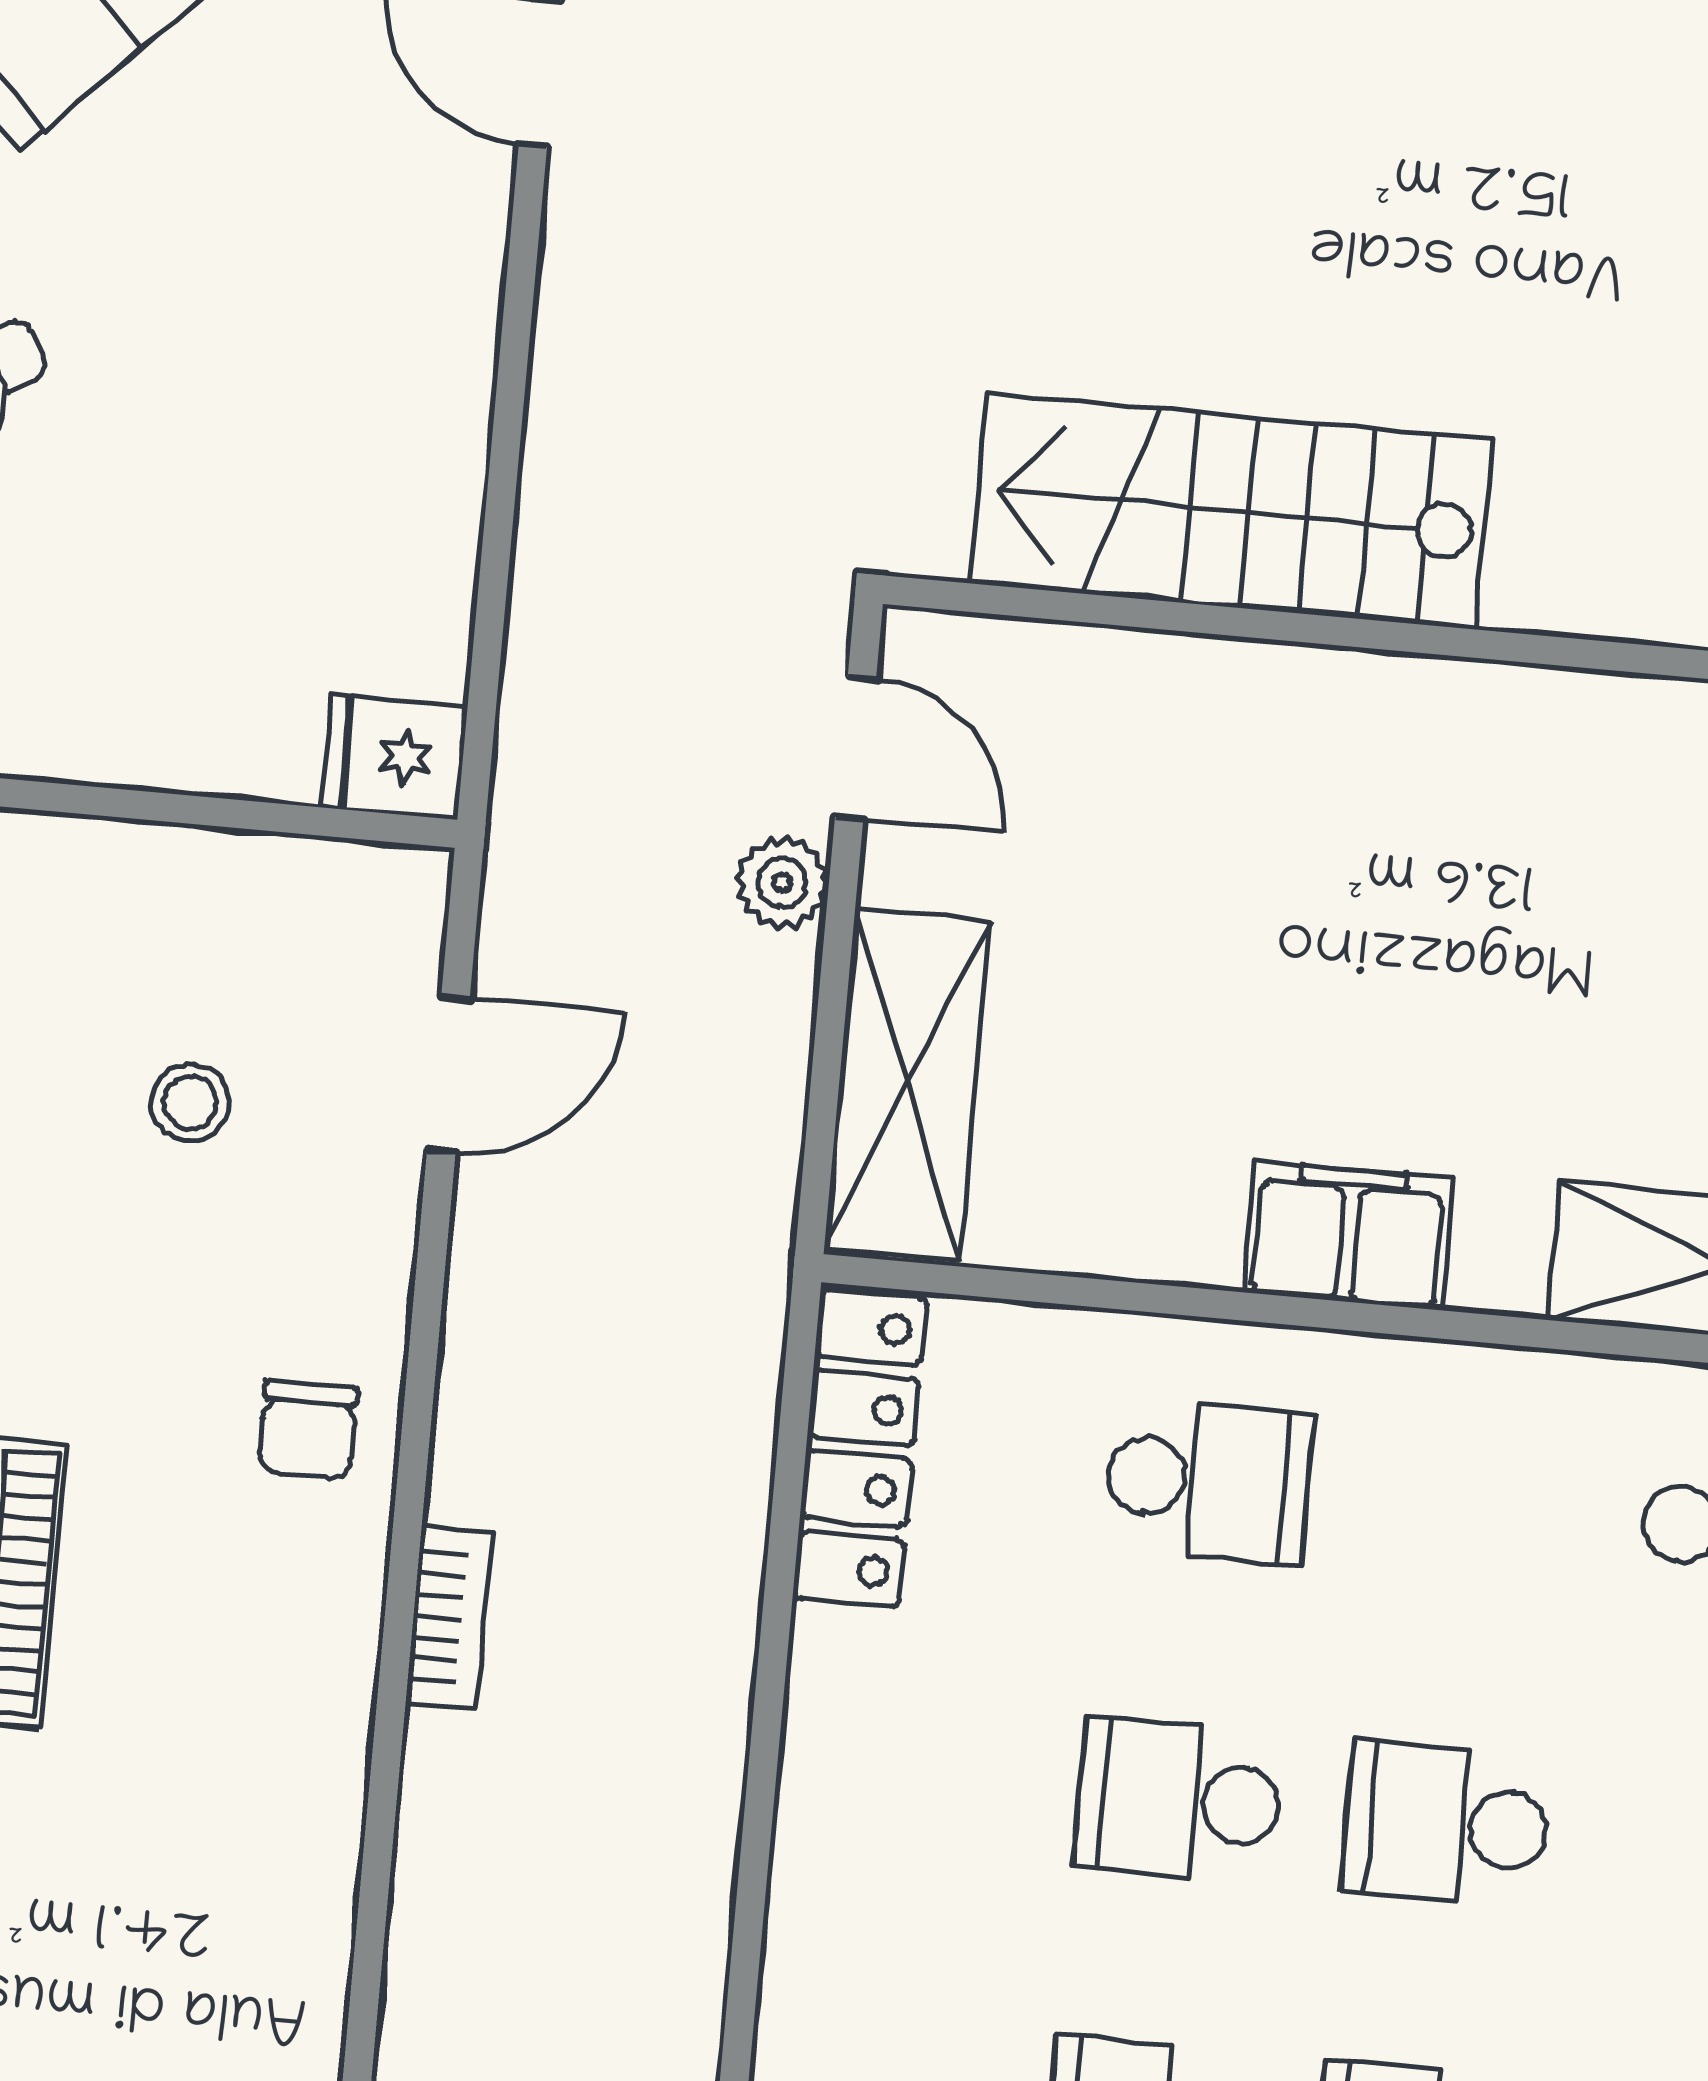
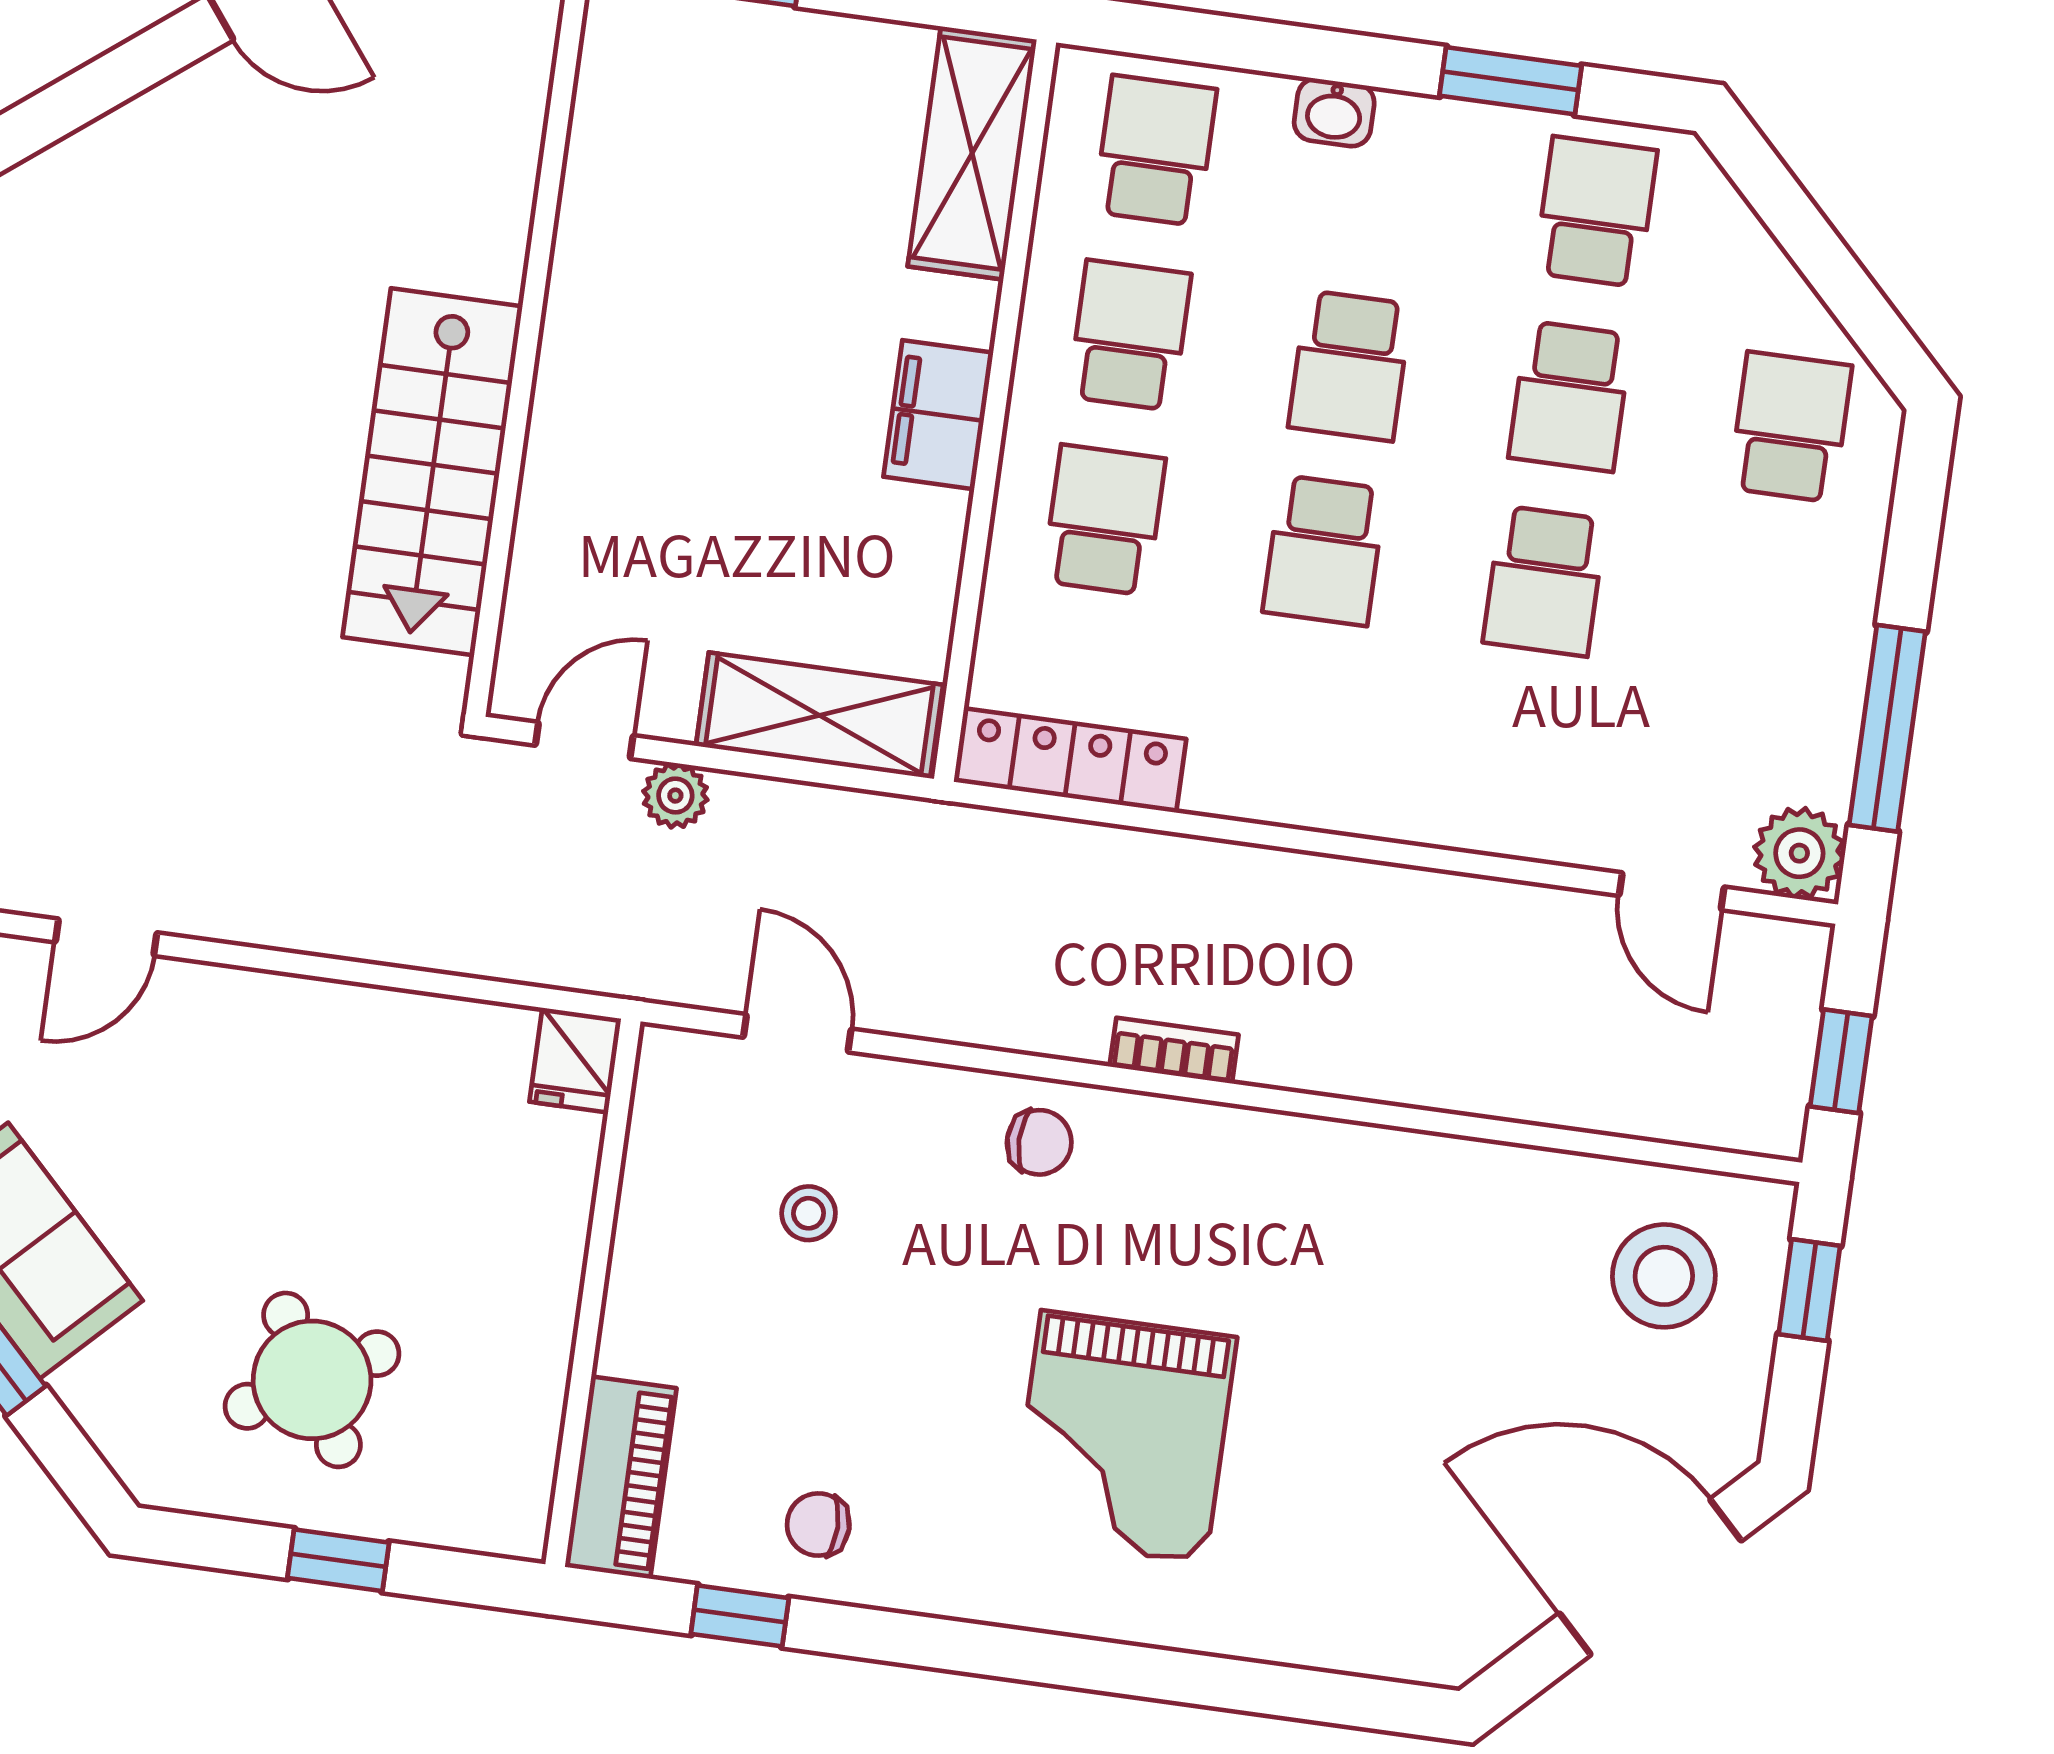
school desk: (1476, 1505) -> (1130, 335), added

